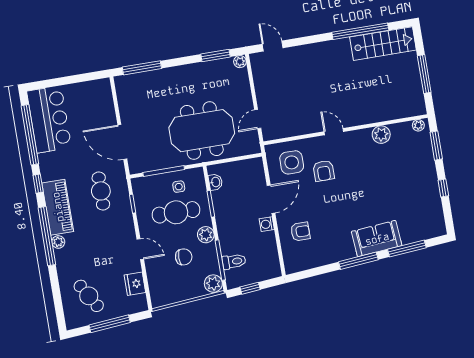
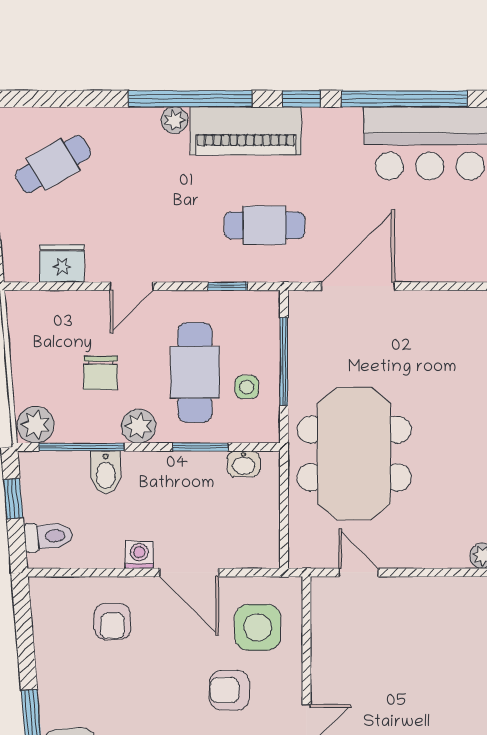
bidet: (230, 247) -> (106, 472), added
toilet: (234, 261) -> (48, 536), moved, turned -95

